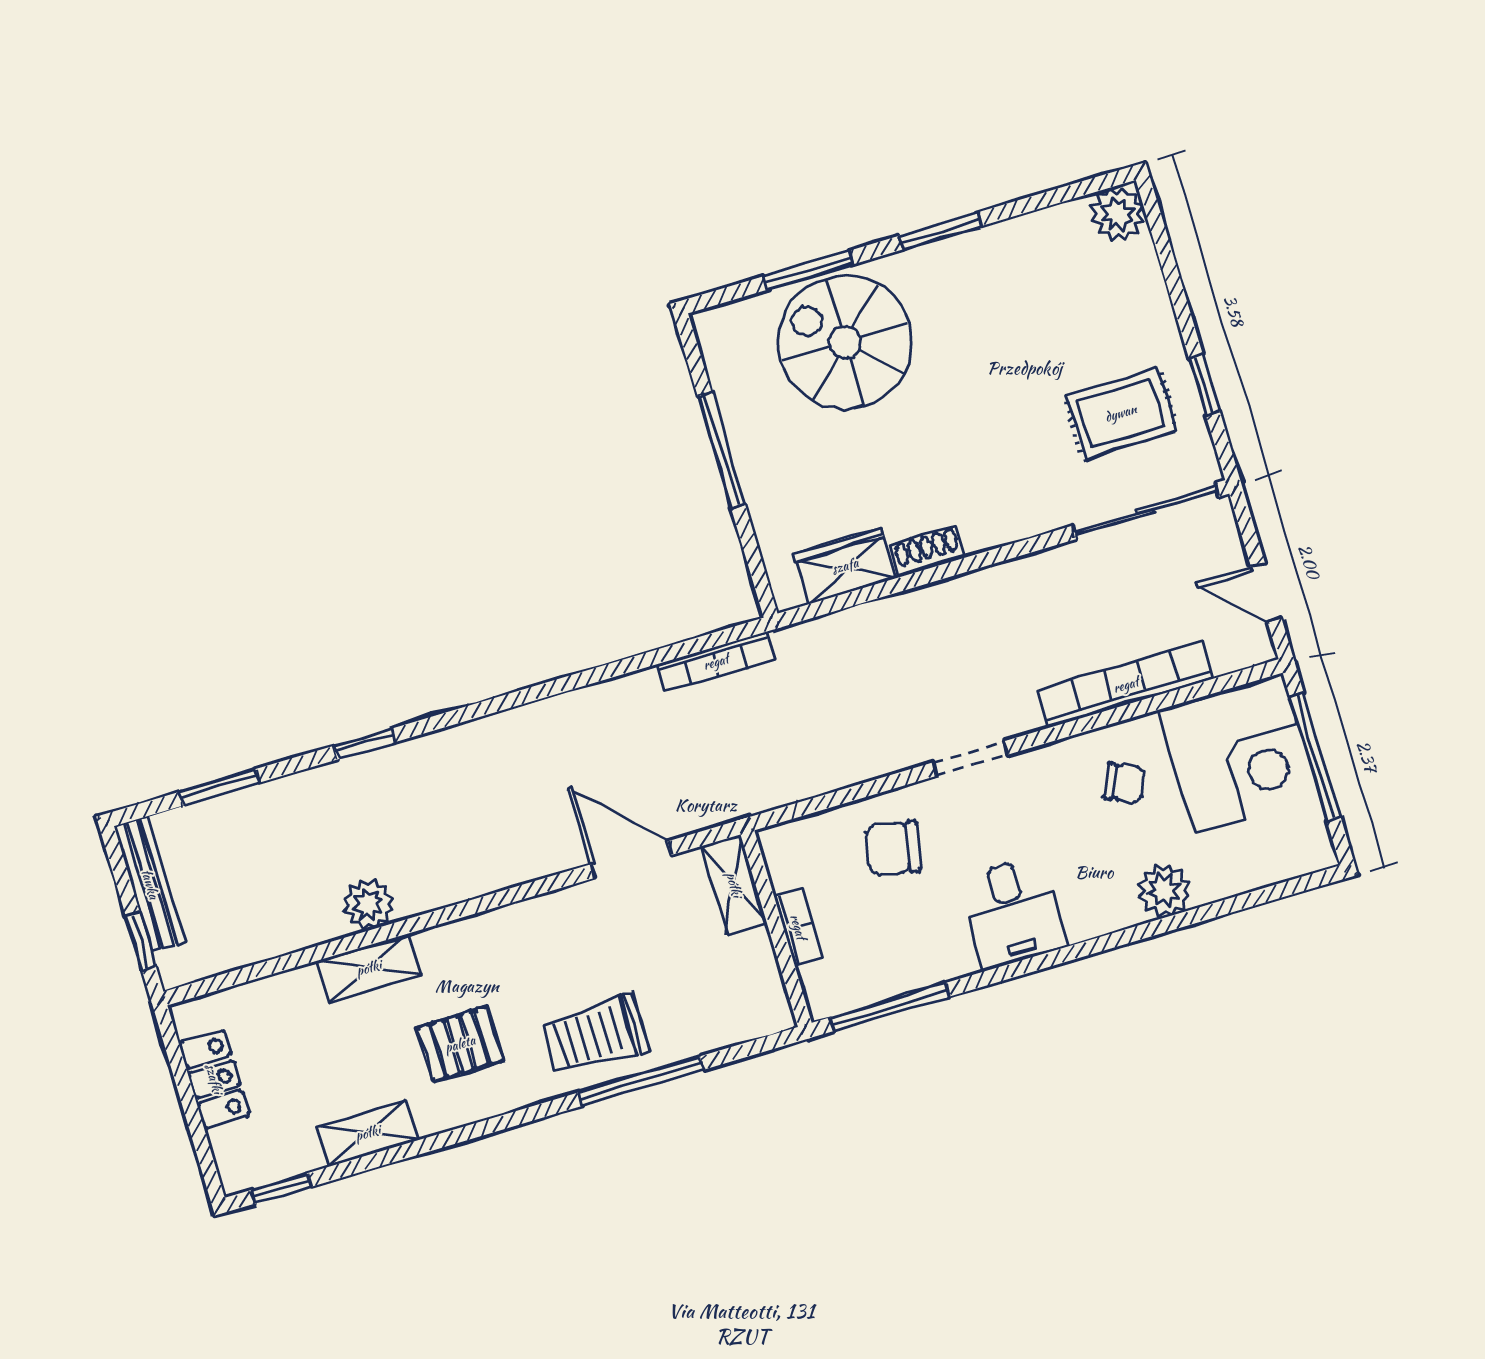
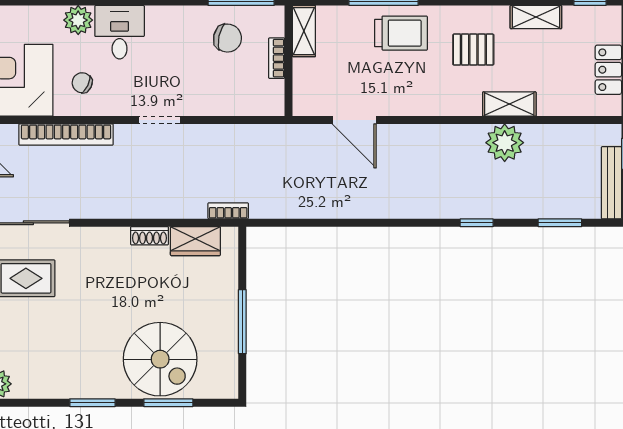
bookcase: (716, 662) -> (228, 211), moved, width x0.64
chair: (893, 848) -> (227, 38), moved
shelving: (734, 885) -> (304, 31), moved
plant: (368, 904) -> (505, 143), width x1.36, depth x1.36
desk: (1013, 912) -> (120, 32), moved

